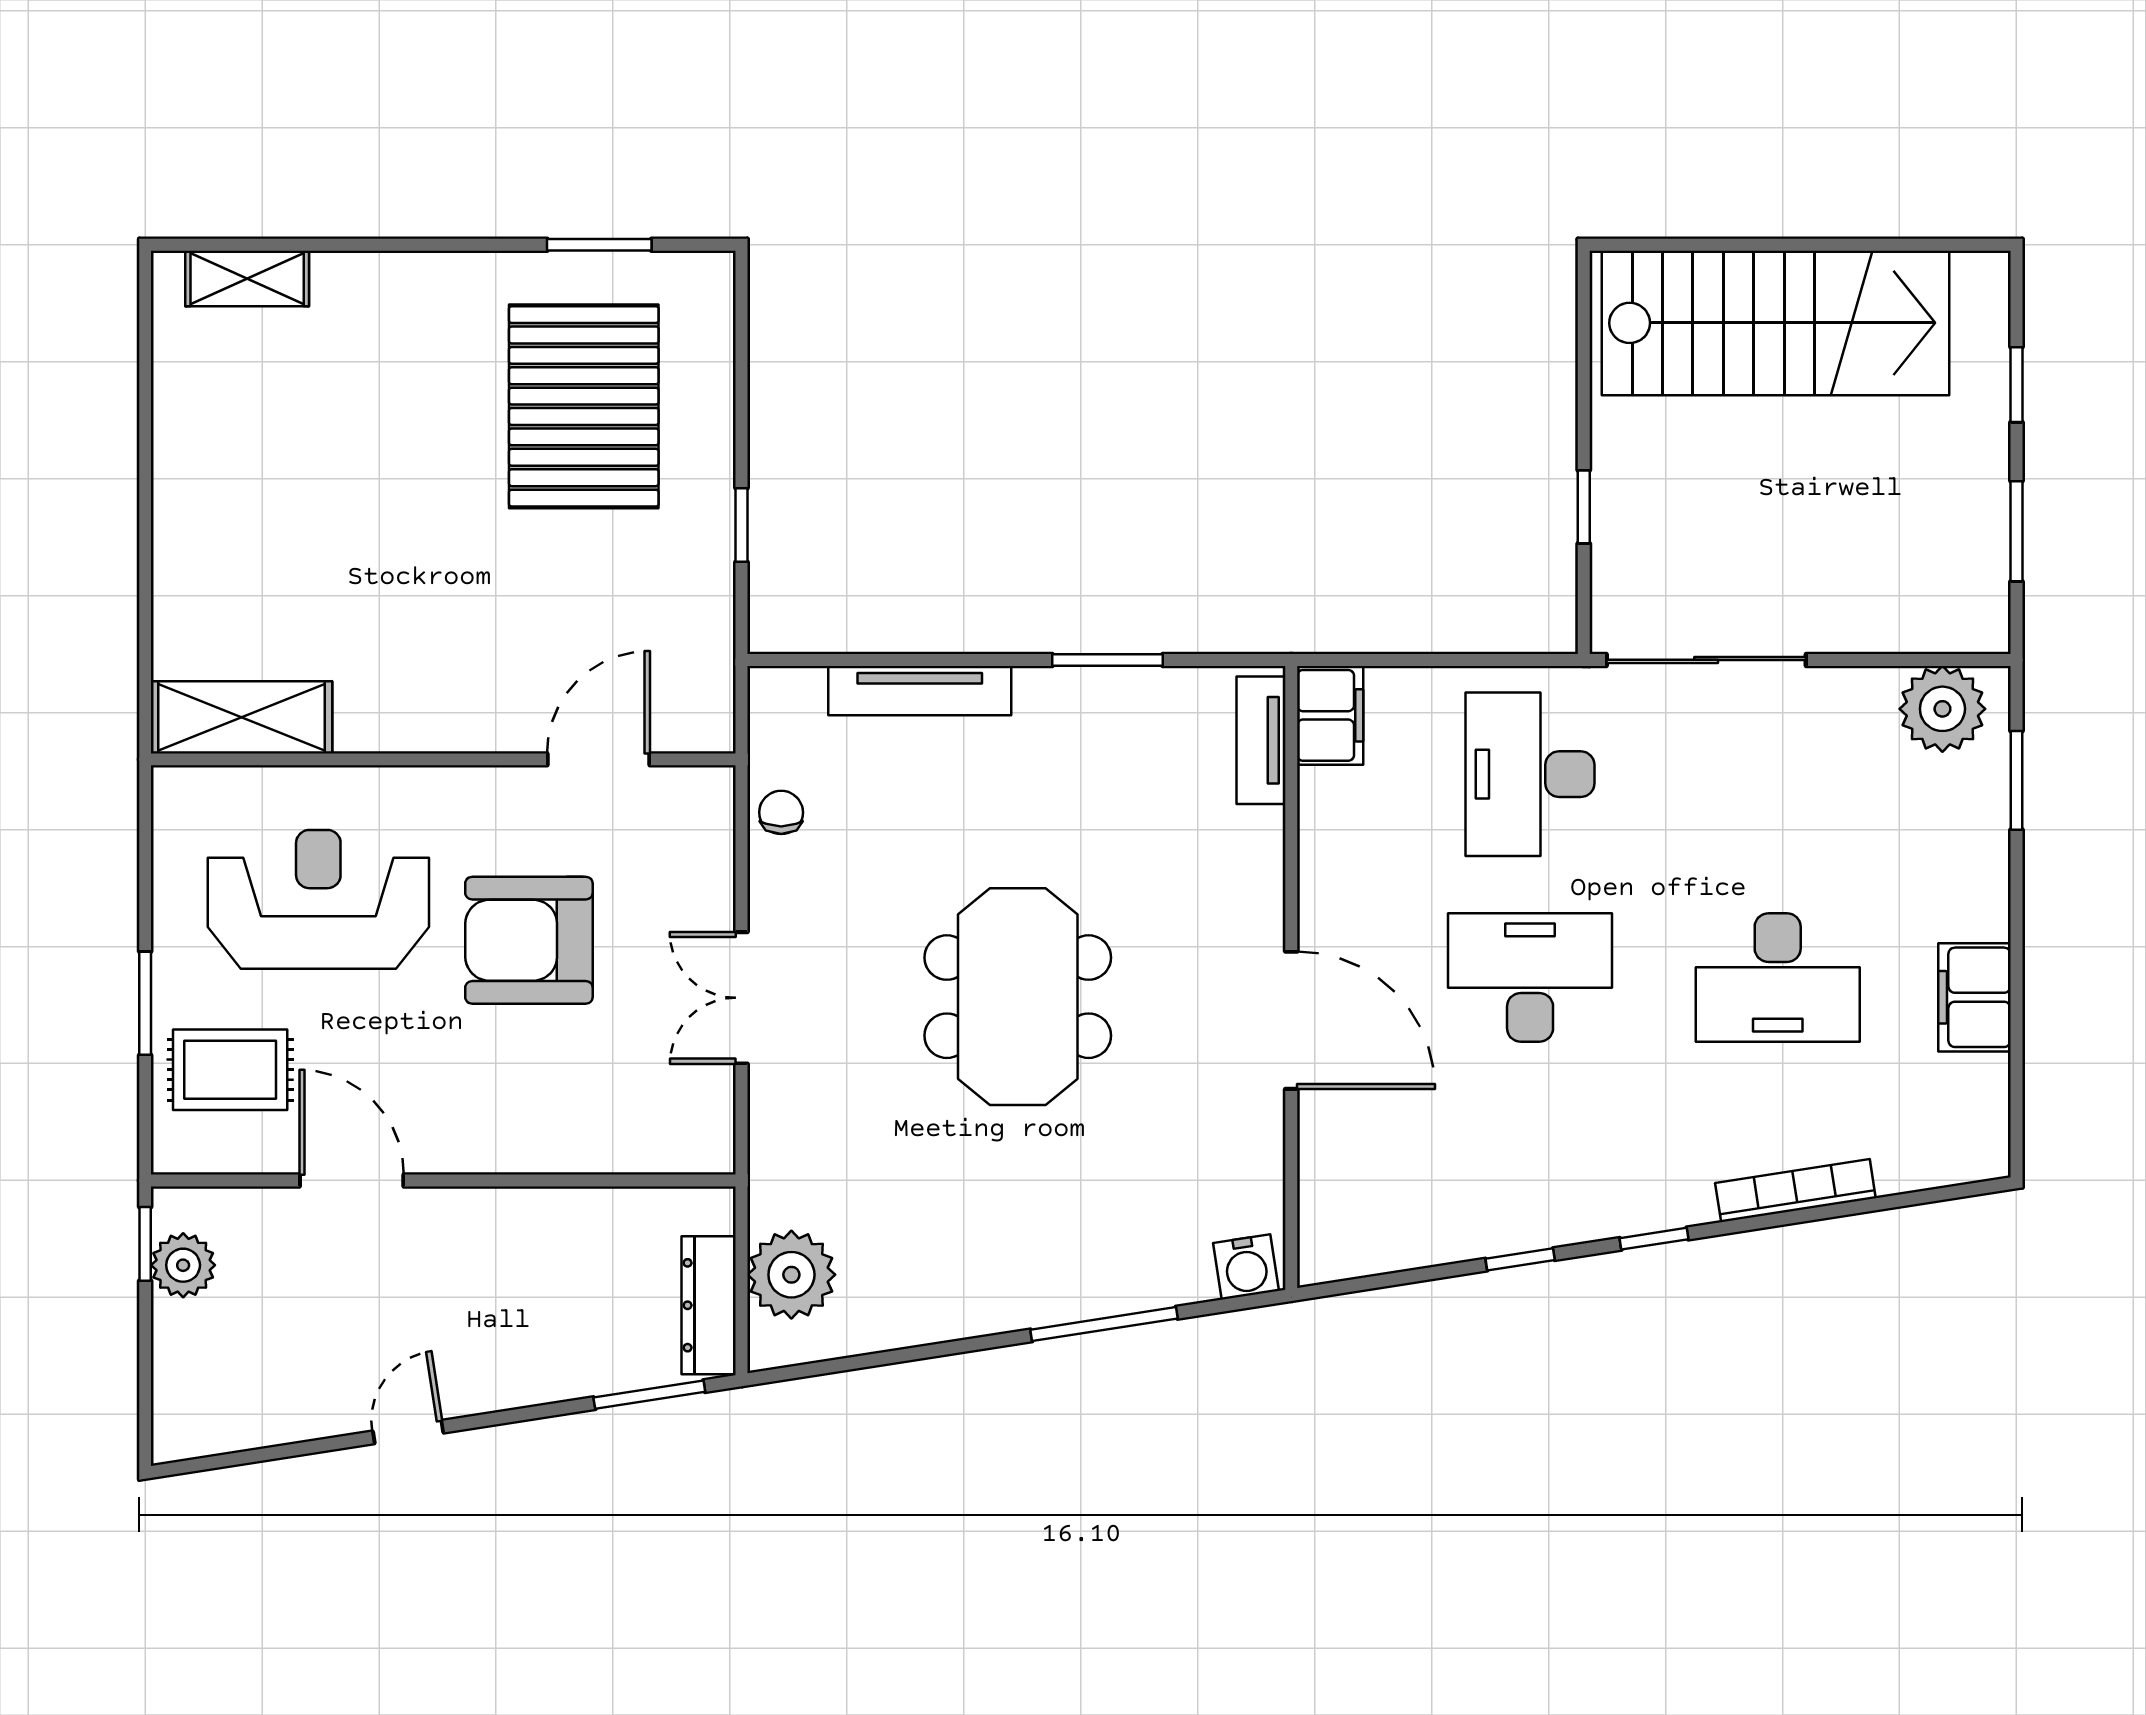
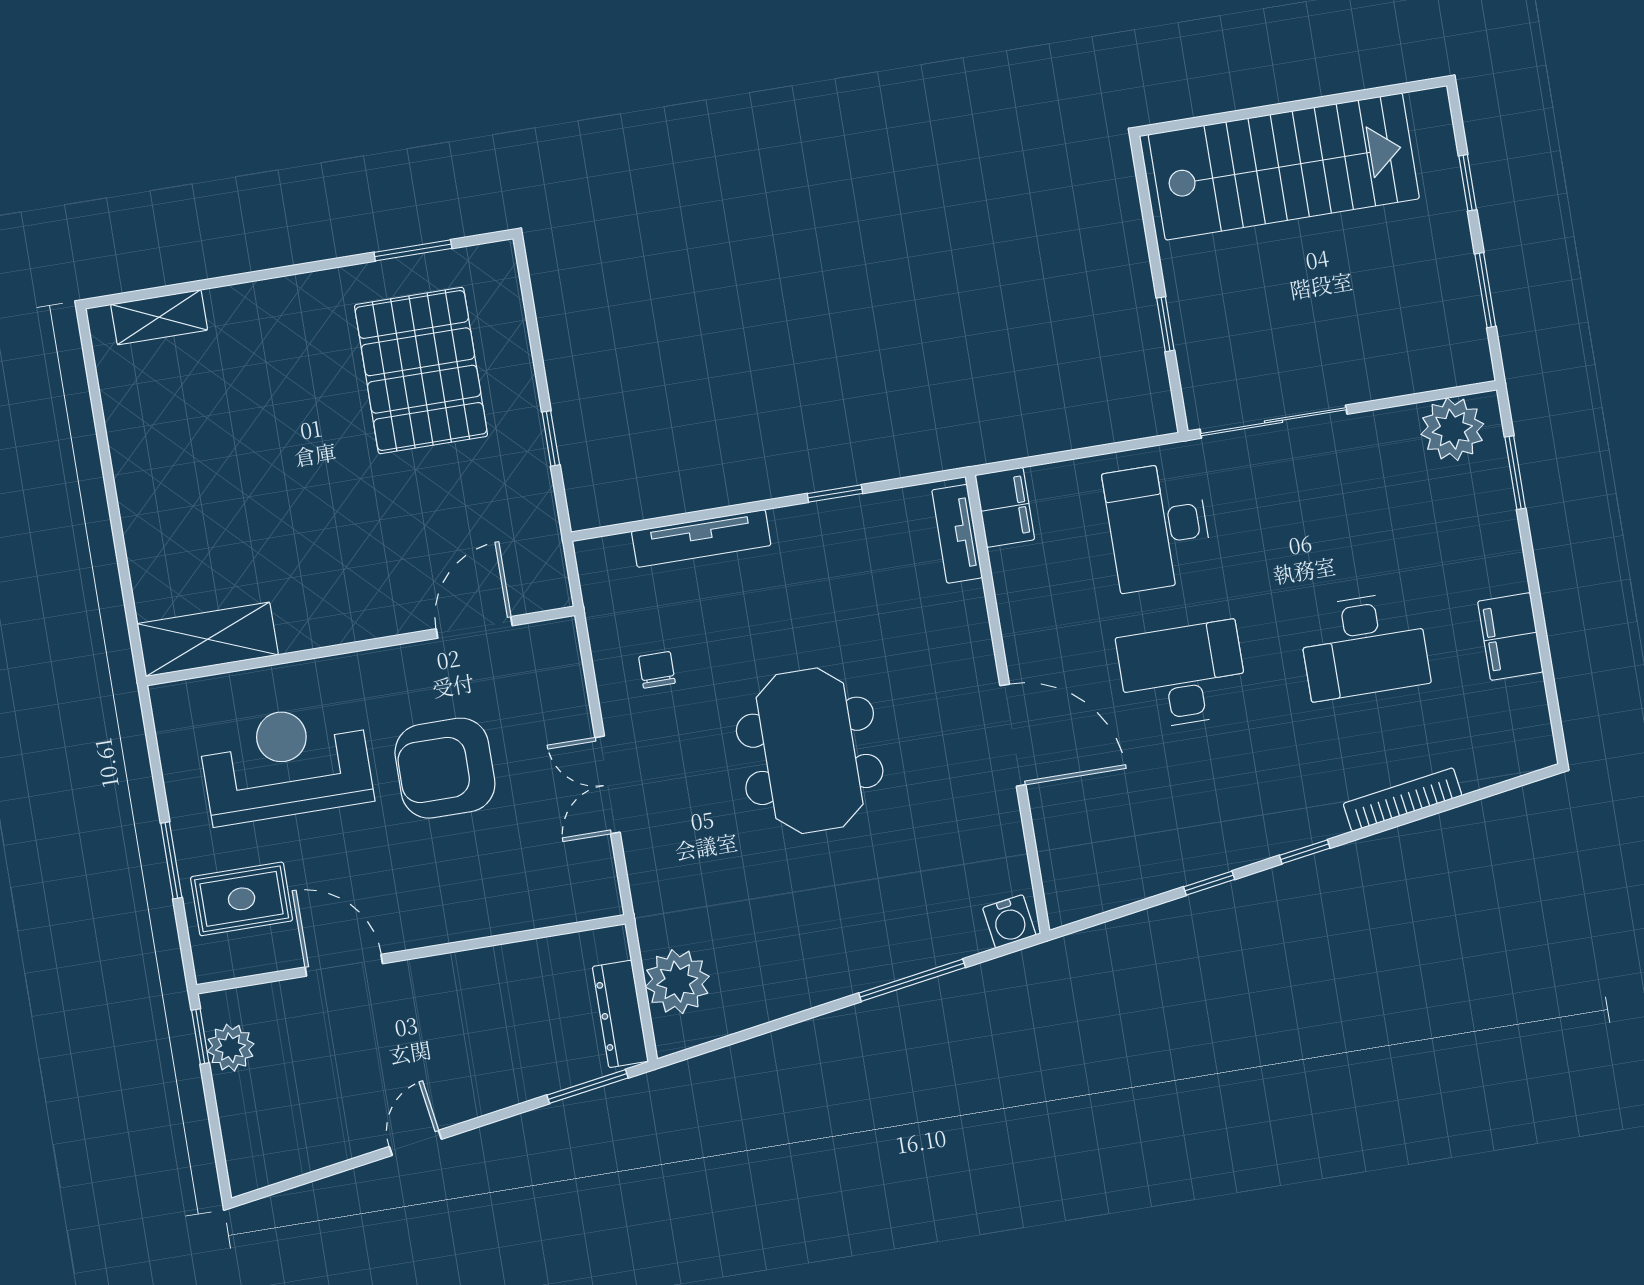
window: (1107, 660) -> (835, 493), width x0.67
chair: (781, 812) -> (657, 670), moved

